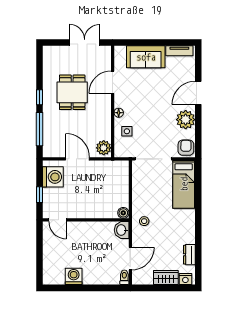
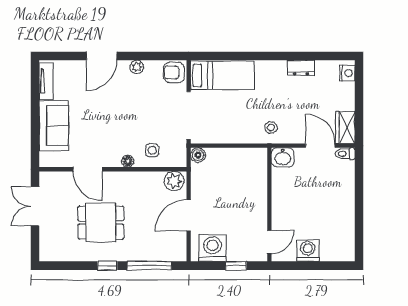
door: (198, 93) -> (102, 56), hinge flipped
plant: (186, 120) -> (137, 67), width x0.53, depth x0.53
boiler: (123, 213) -> (198, 155), moved
dresser: (189, 255) -> (301, 68), moved
washing machine: (74, 276) -> (308, 250), moved, turned 90
wardrobe: (166, 278) -> (345, 127), moved

